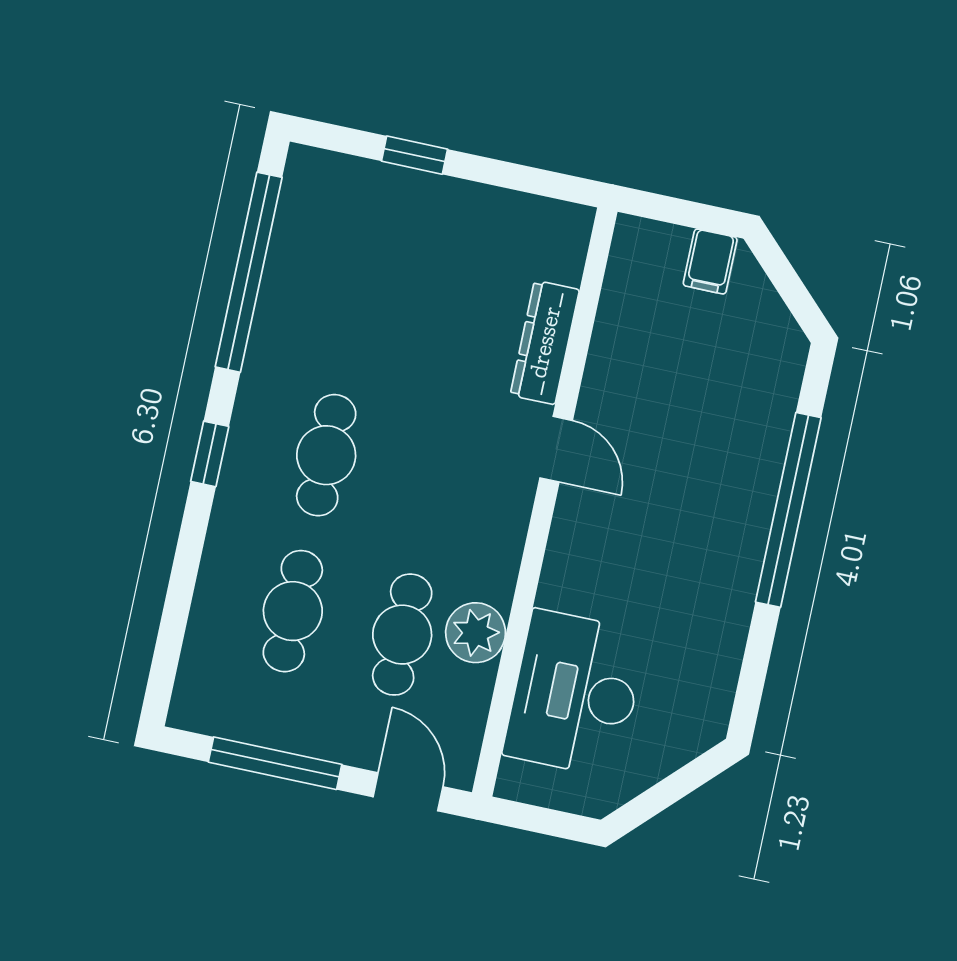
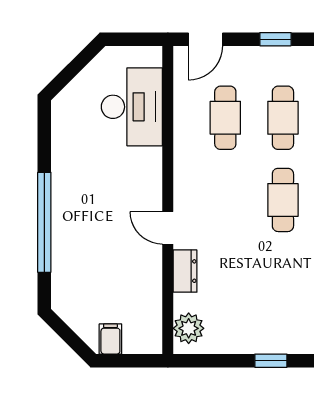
dresser: (545, 342) -> (185, 271), width x0.70
plant: (476, 633) -> (189, 328), moved
window: (275, 763) -> (275, 39), width x0.46
door: (408, 792) -> (205, 39), hinge flipped

